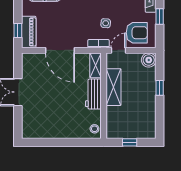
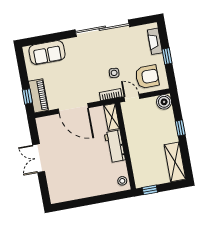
door: (118, 50) -> (132, 98), hinge flipped
shelving: (114, 87) -> (175, 162), moved
window: (130, 142) -> (150, 190), moved

